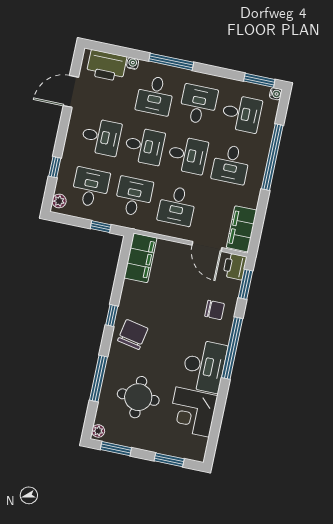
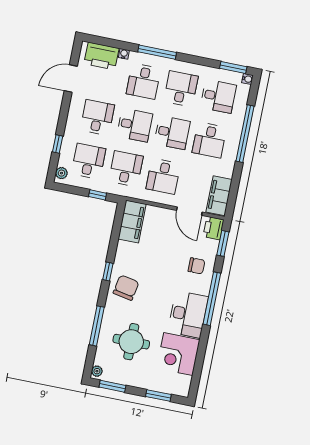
desk: (101, 137) -> (97, 117), turned -90

